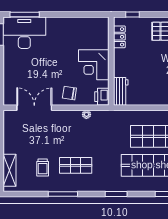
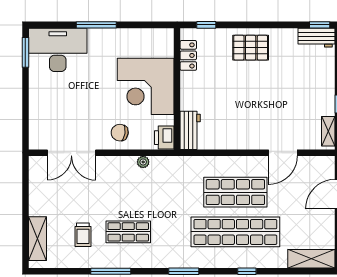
window: (25, 15) -> (96, 25), moved
corner desk: (94, 65) -> (146, 86), width x1.36, depth x1.36
double door: (34, 108) -> (71, 153), swing flipped

